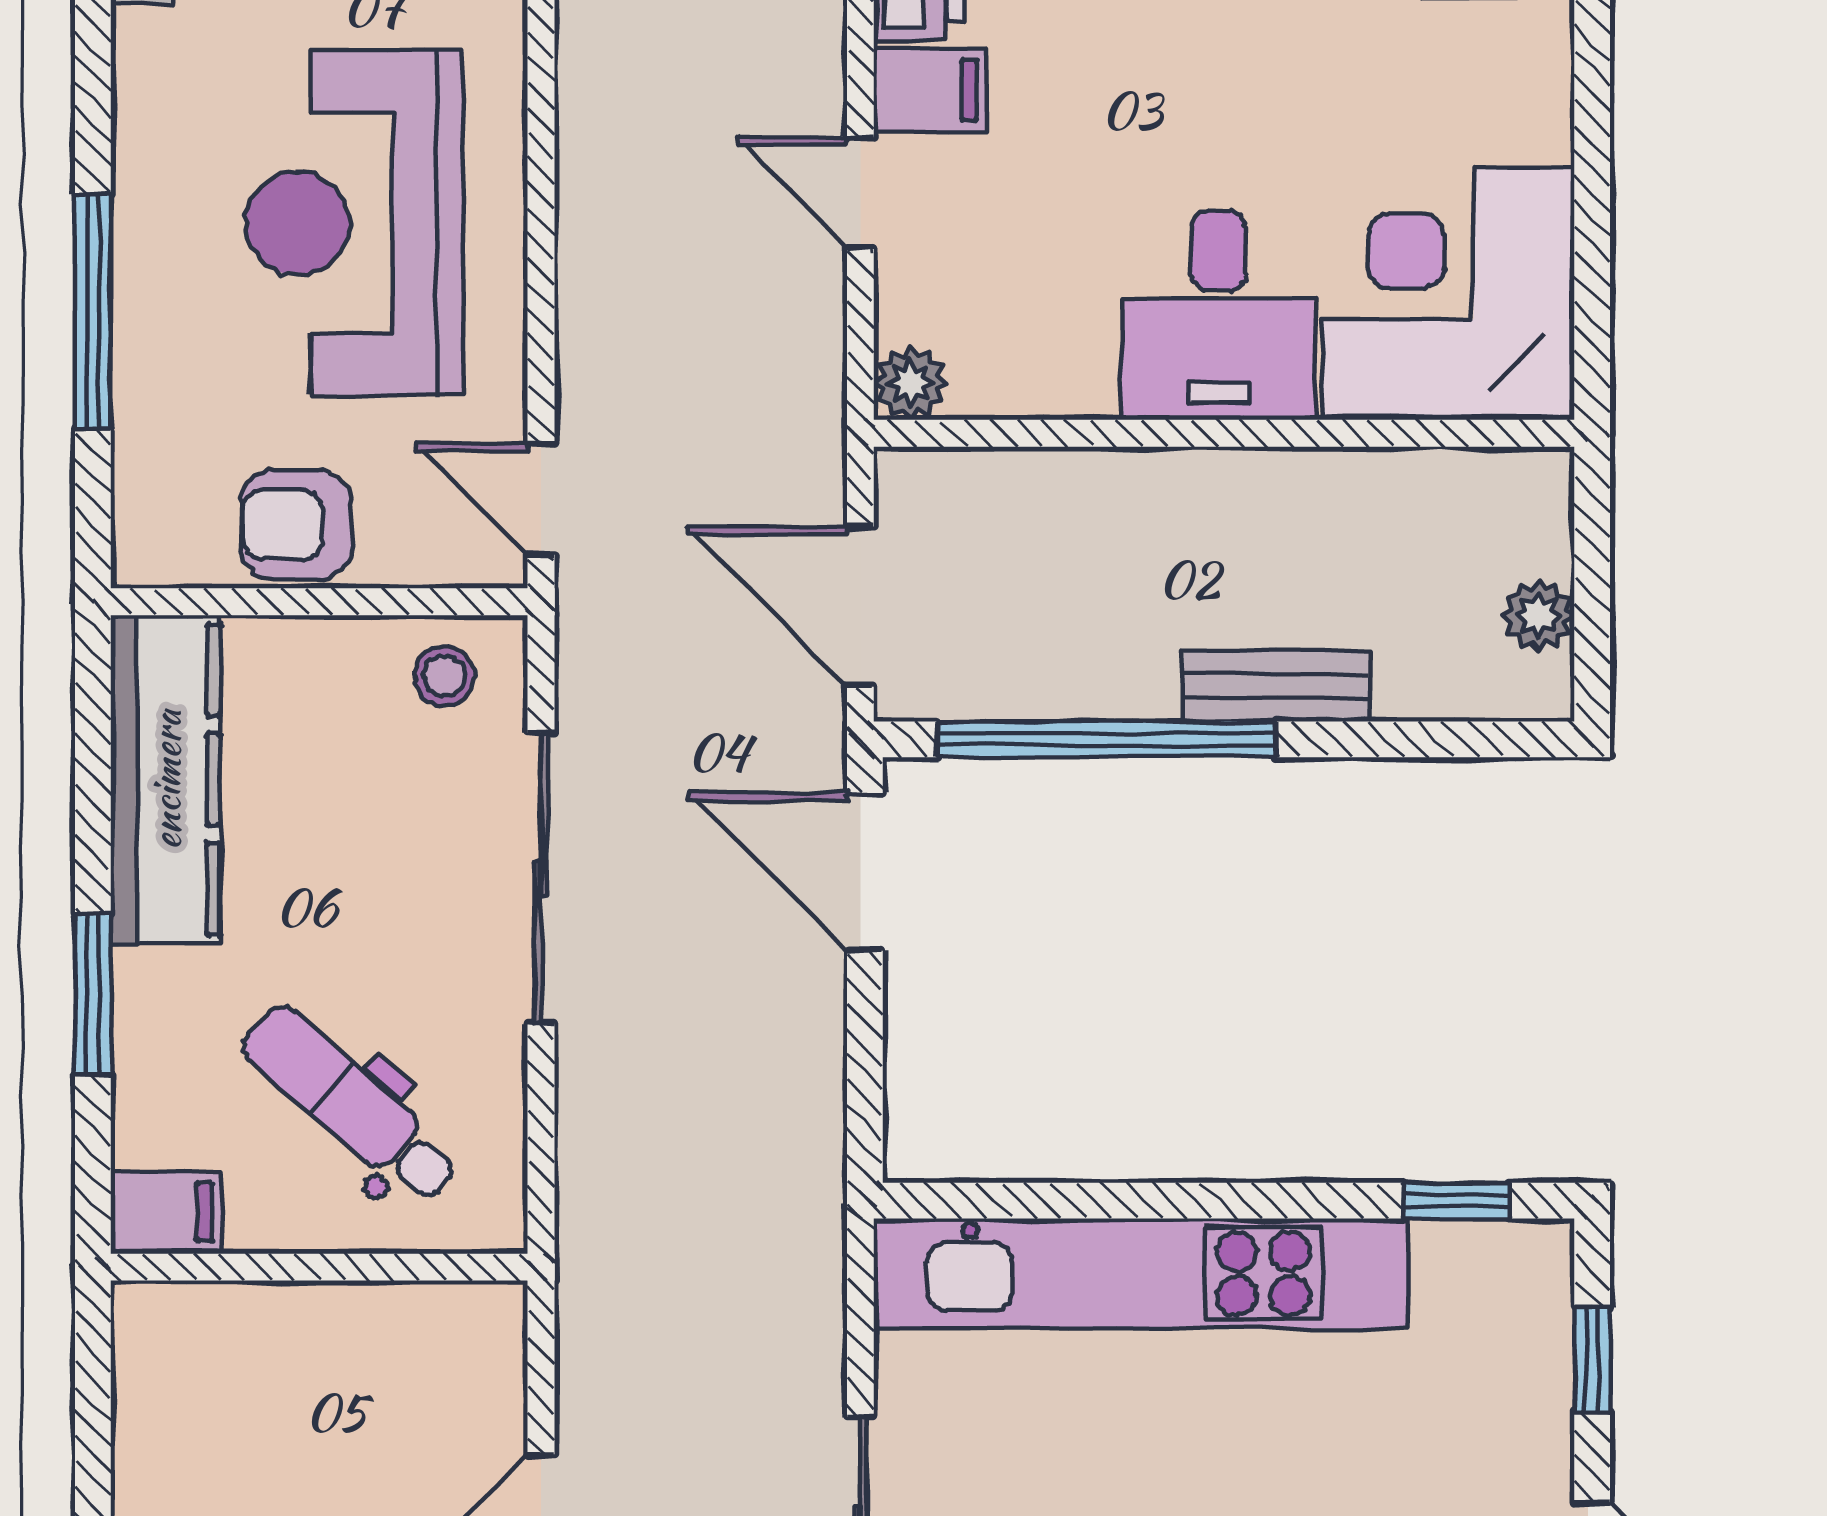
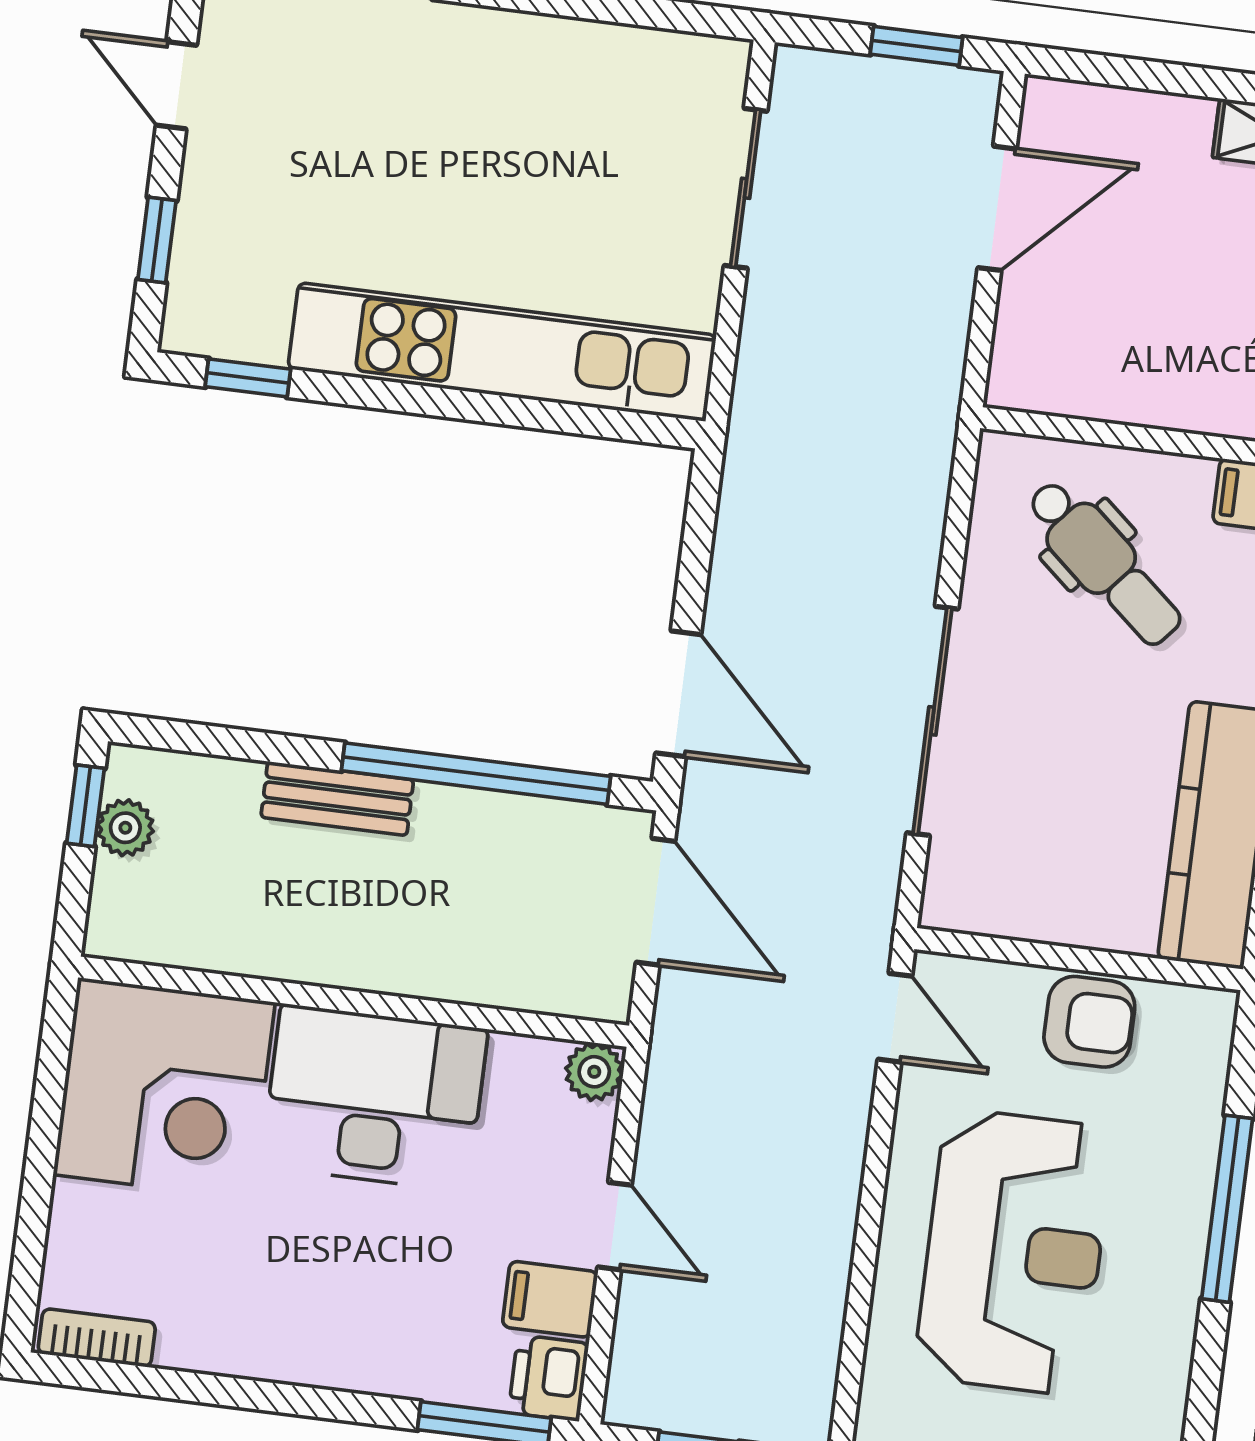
desk: (1219, 316) -> (374, 1098), width x1.37
window: (1592, 637) -> (85, 806), added
stool: (444, 676) -> (988, 889), removed

